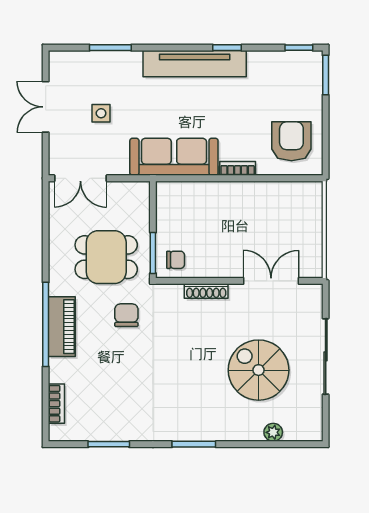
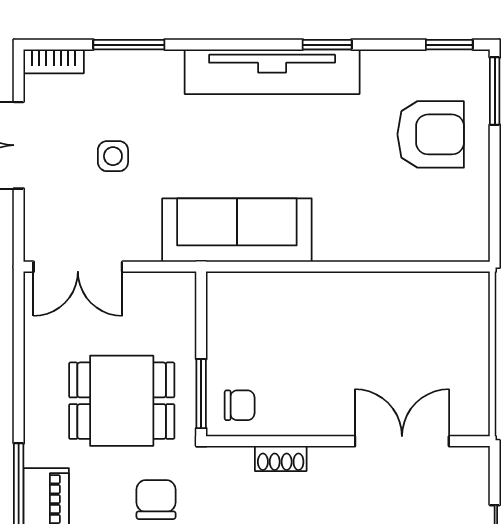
armchair: (291, 141) -> (431, 134), moved, turned 90
bookcase: (238, 168) -> (54, 61), moved, turned 180
shoe rack: (206, 291) -> (281, 459), width x0.70

